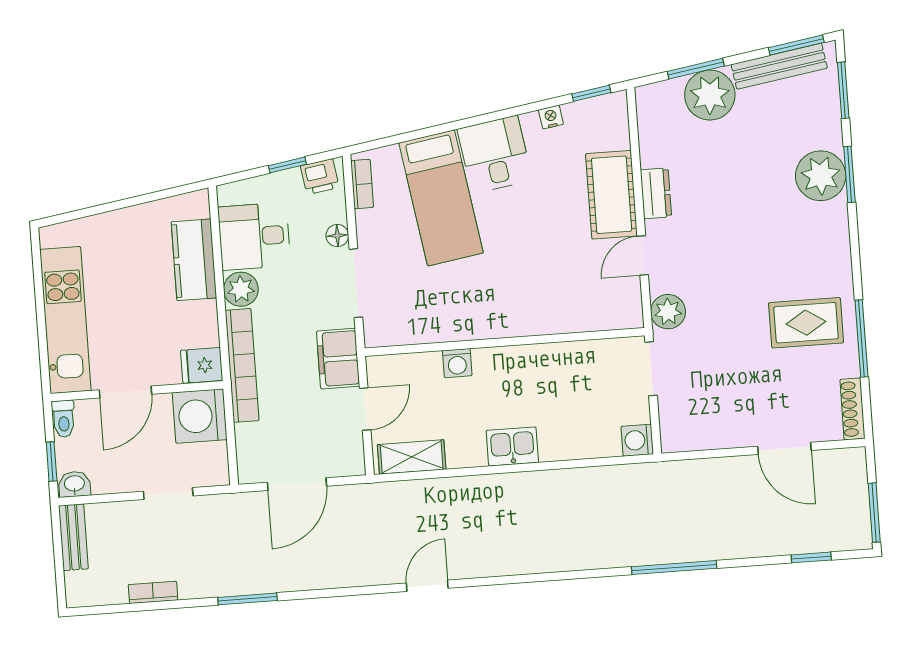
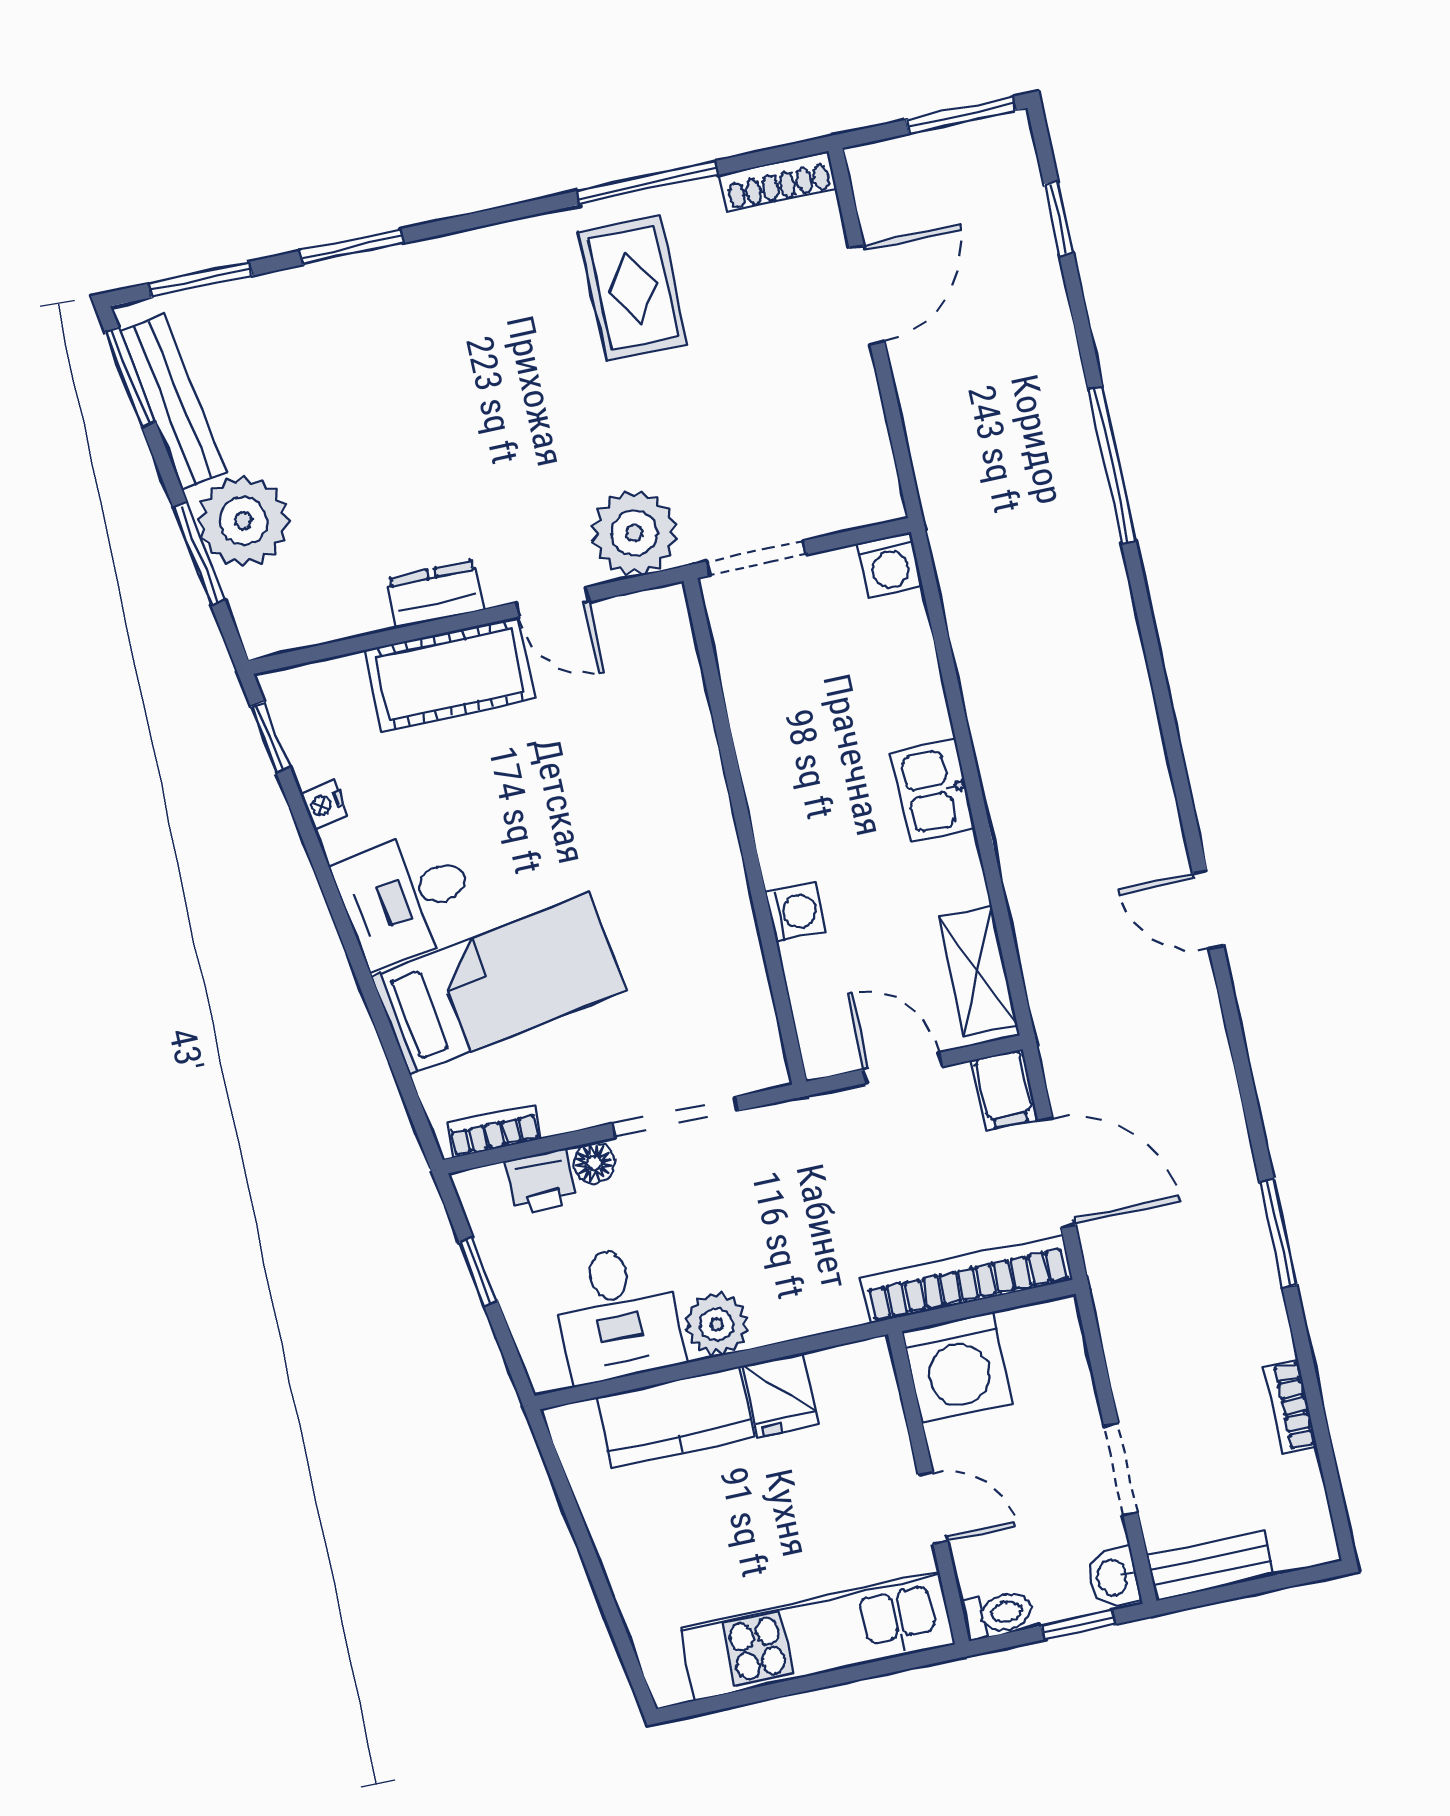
plant: (821, 176) -> (362, 299), removed
printer: (320, 177) -> (541, 1181), moved, turned 99
plant: (668, 312) -> (634, 533), width x1.36, depth x1.36
filing cabinet: (338, 359) -> (1004, 1090), moved, width x0.50
fridge: (202, 365) -> (781, 1395), moved
bookcase: (242, 365) -> (967, 1279), moved
door: (125, 392) -> (933, 1508), width x0.73
doorway: (168, 494) -> (1121, 1469), moved

